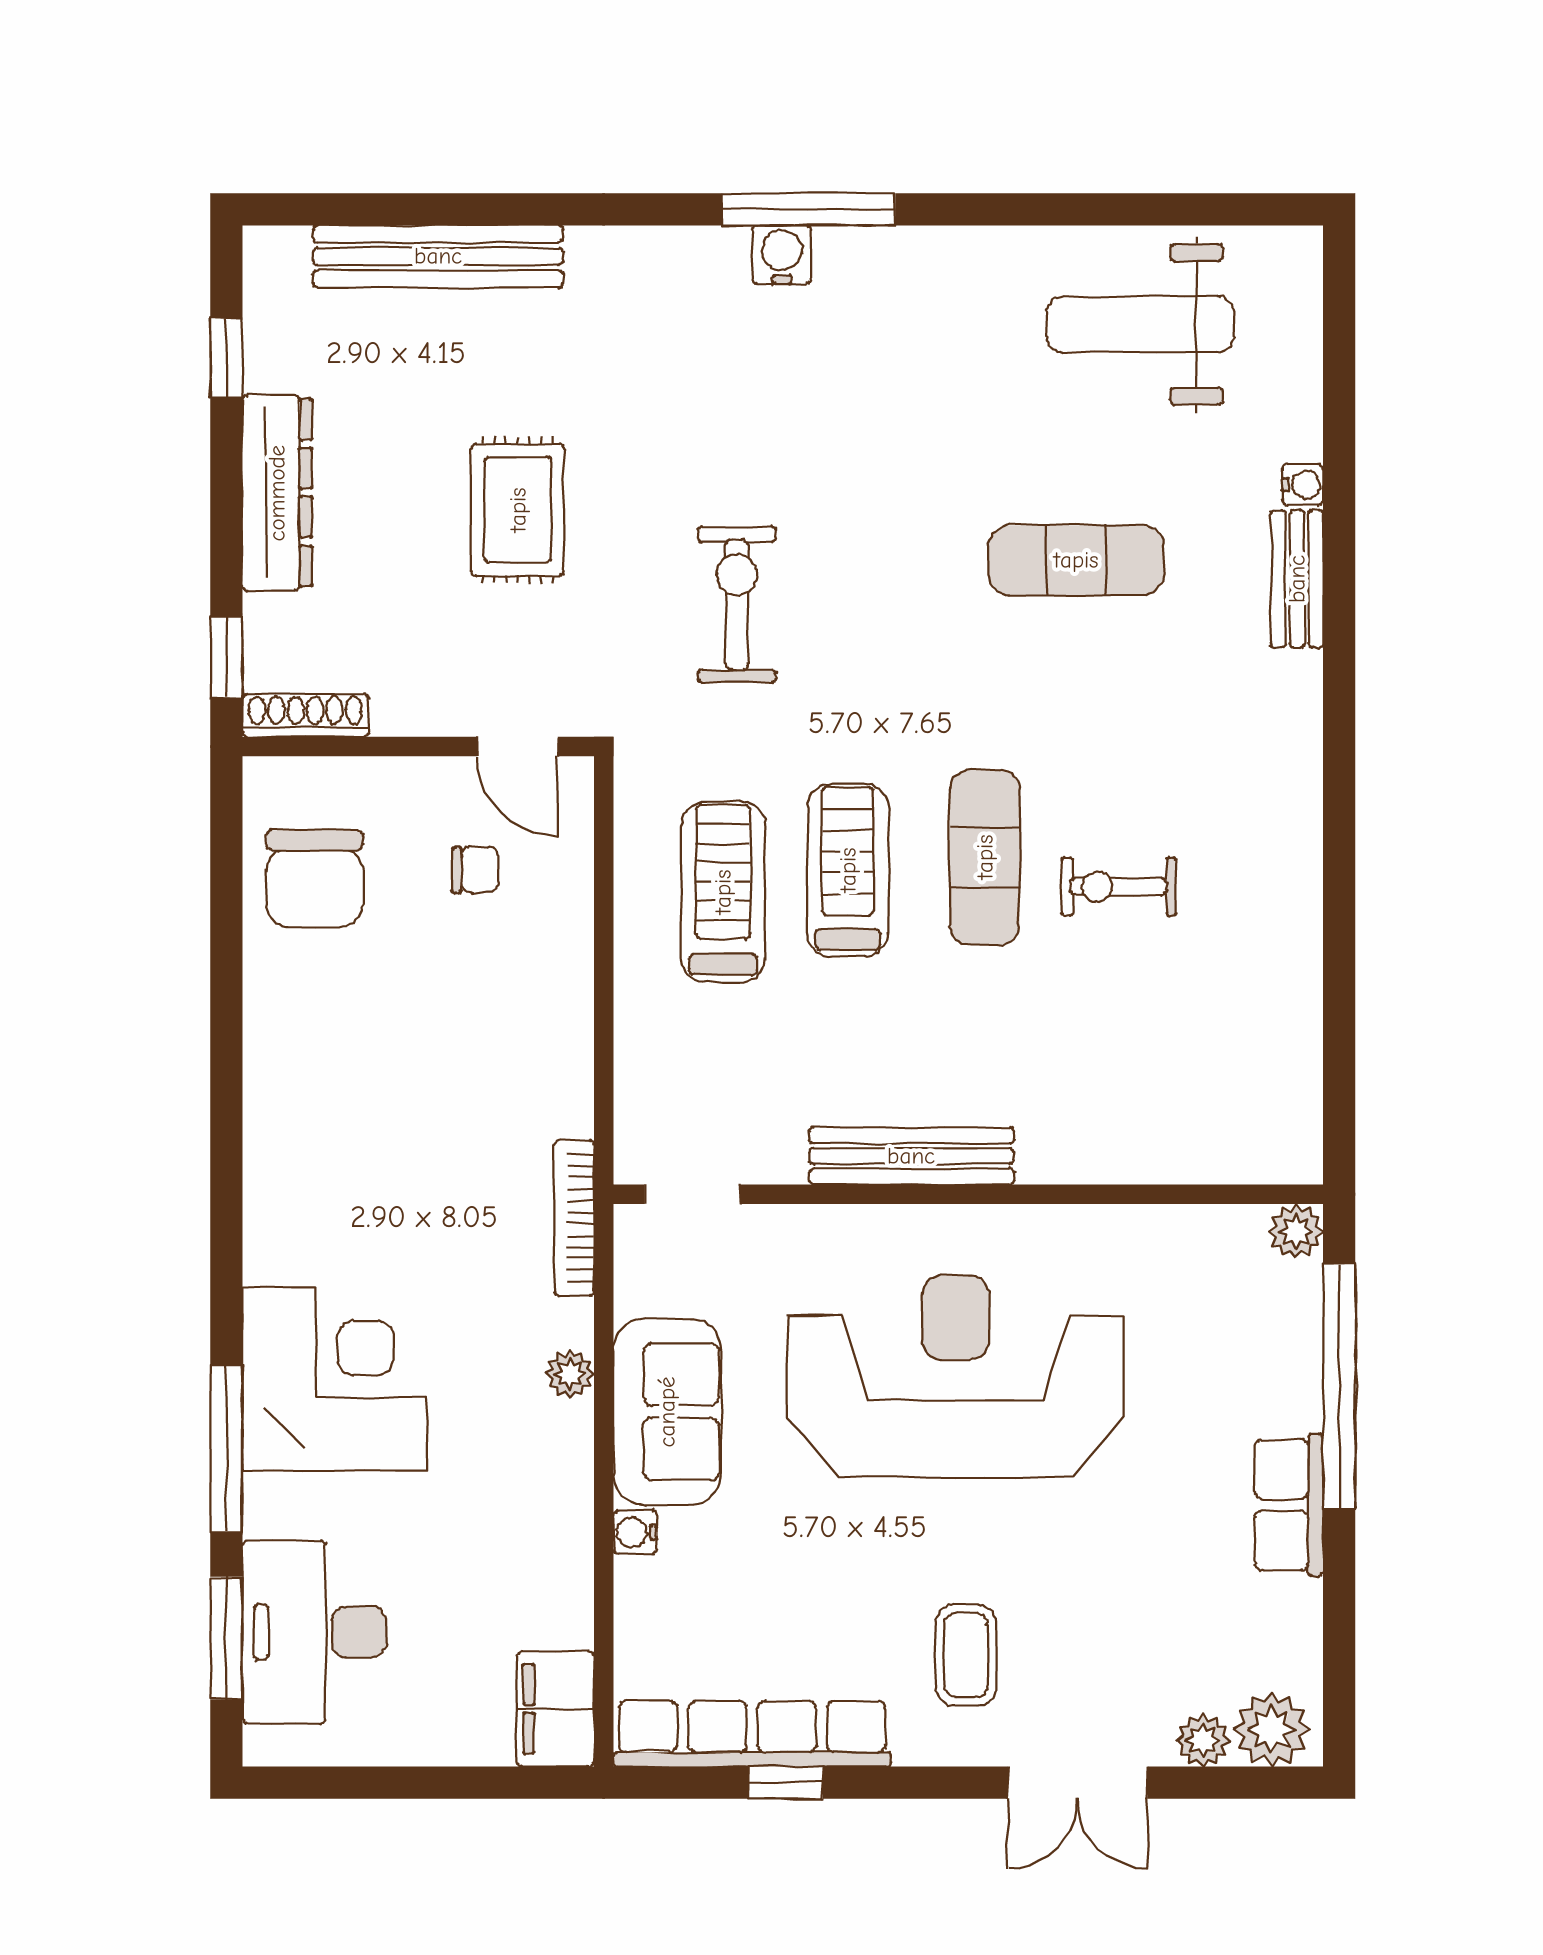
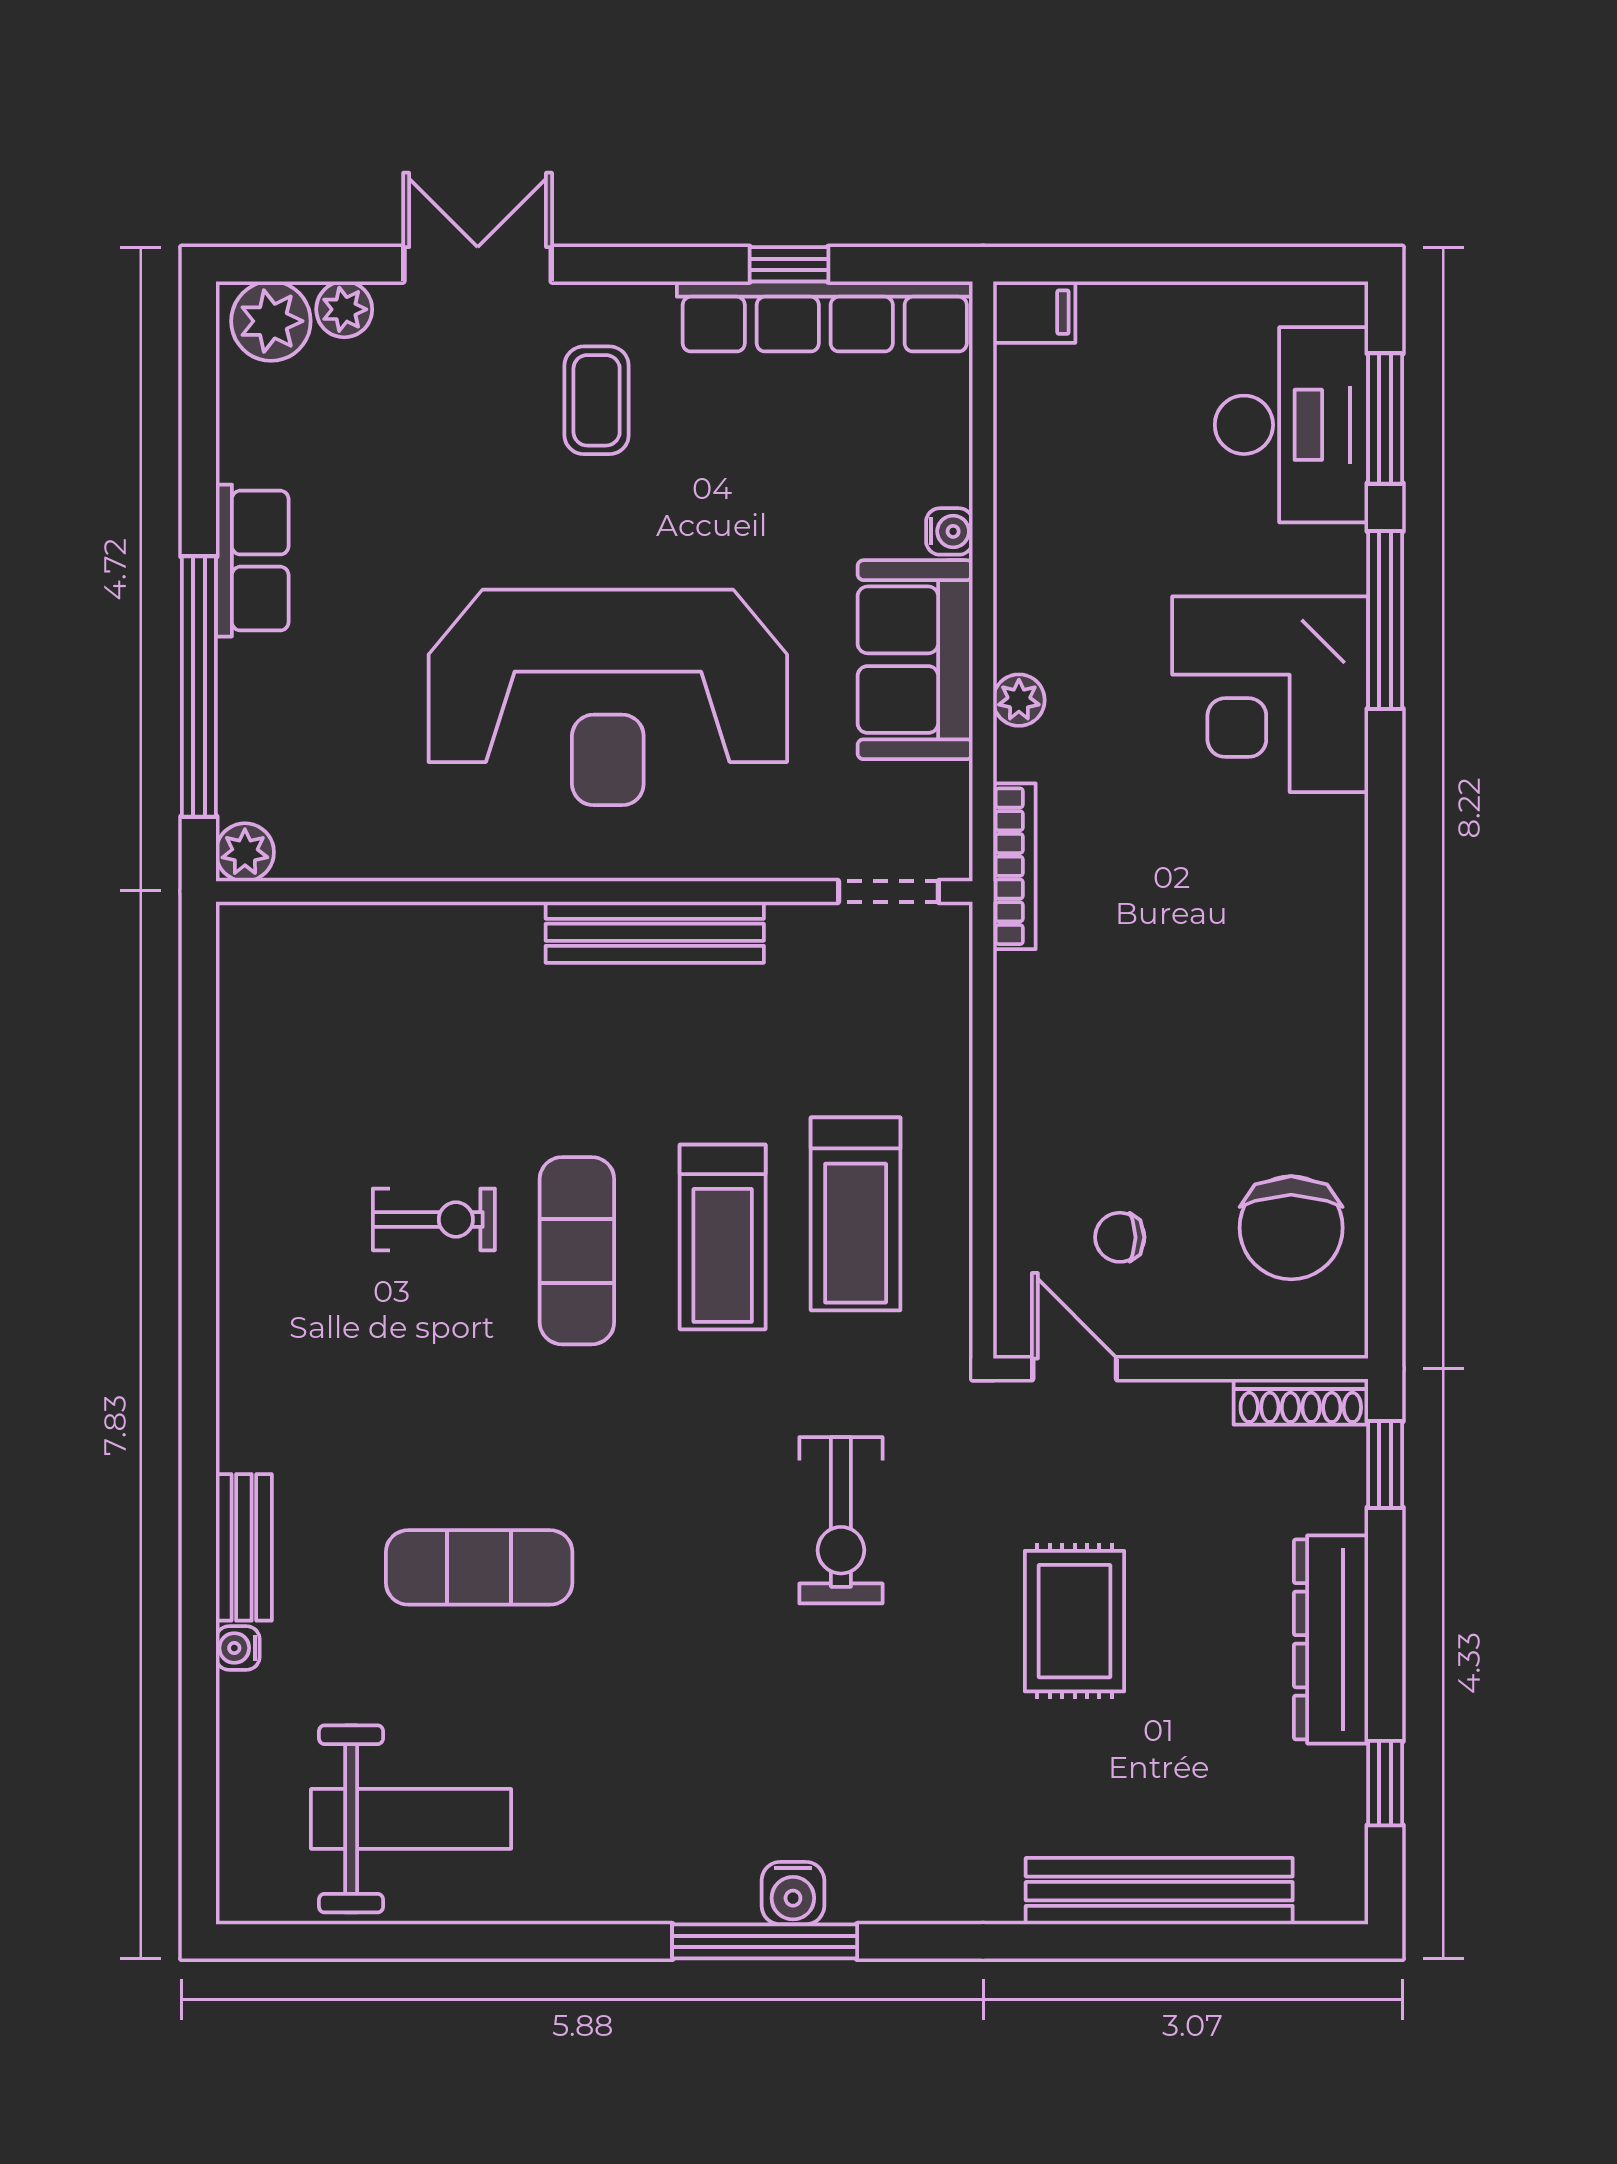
chair: (315, 879) -> (1291, 1228), turned 180
filing cabinet: (556, 1709) -> (1034, 312), width x0.50

